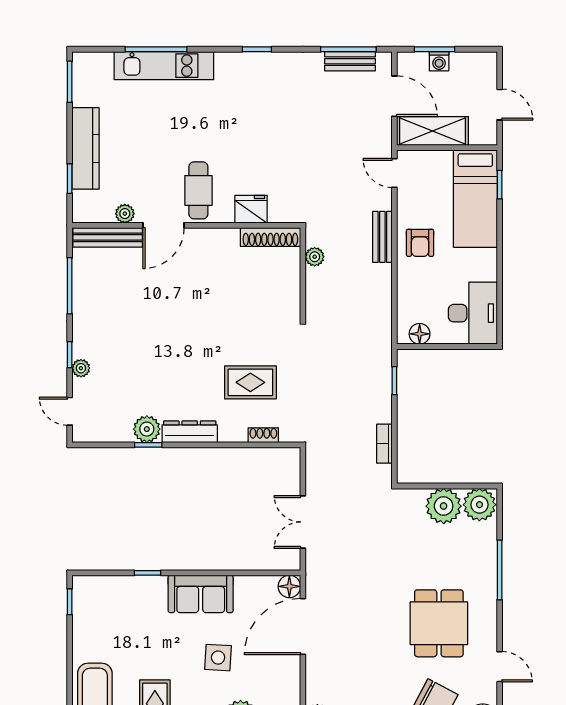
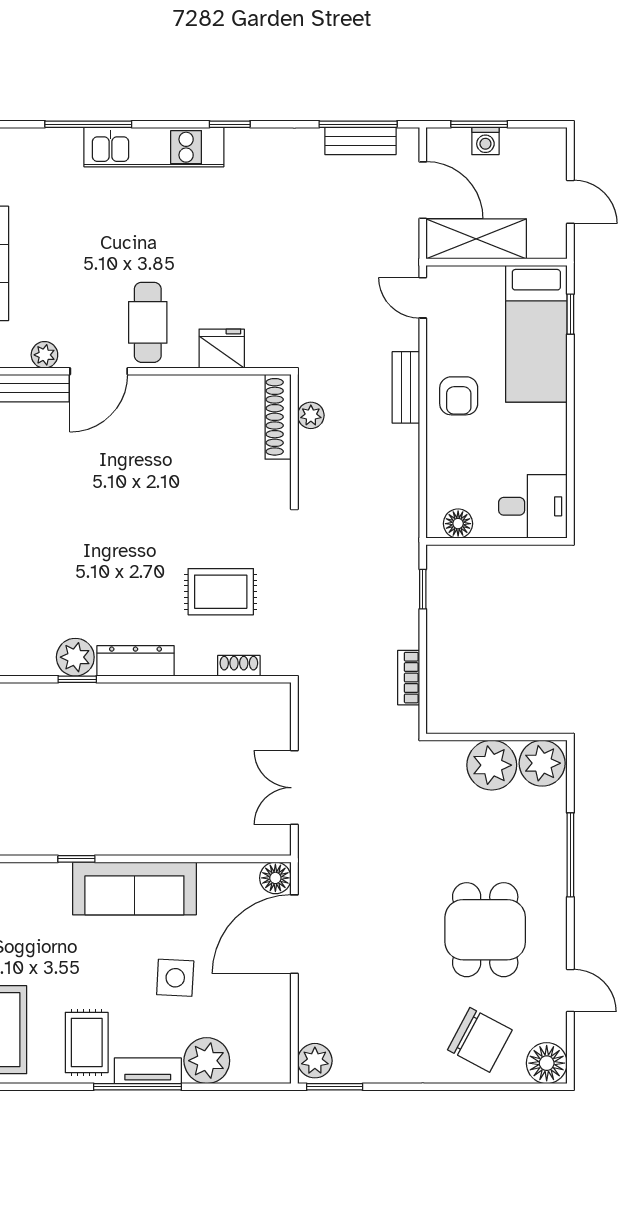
kitchen unit: (164, 66) -> (154, 147), moved
shoe rack: (270, 237) -> (278, 417), moved, turned 90
desk: (473, 313) -> (533, 506), width x0.73
sofa: (201, 594) -> (134, 888), width x1.36

